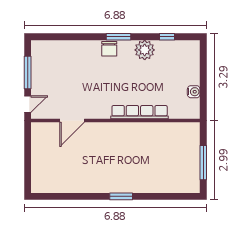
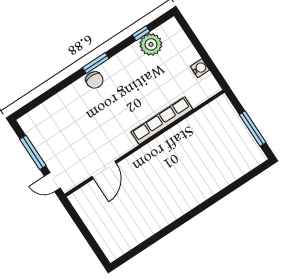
plant: (145, 50) -> (151, 44), moved
door: (28, 104) -> (52, 182), swing flipped
window: (121, 196) -> (197, 211), removed

